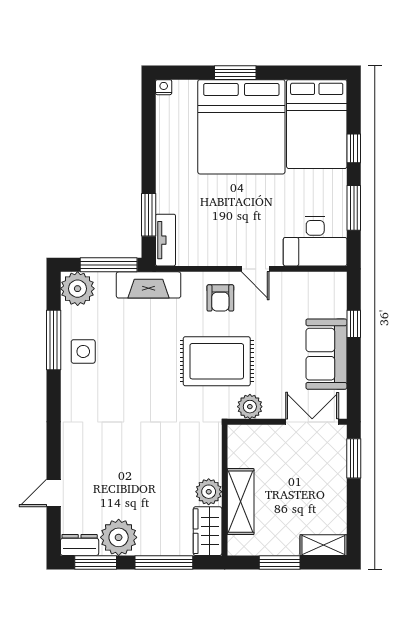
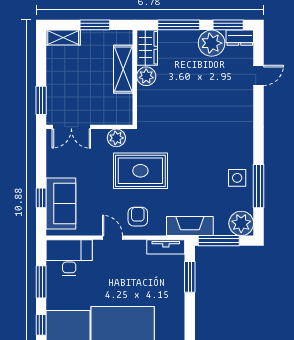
tv unit: (166, 240) -> (166, 247), moved, turned -90
sofa: (326, 354) -> (61, 203), moved

